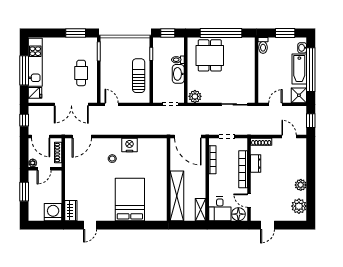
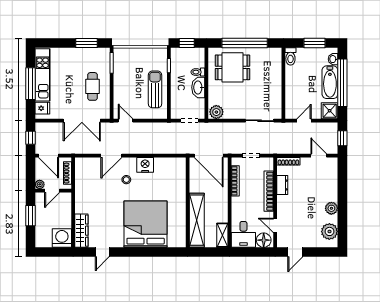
dining table: (210, 55) -> (232, 67), turned 90
door: (82, 137) -> (111, 156), moved
bed: (130, 199) -> (146, 224), width x1.36
wardrobe: (71, 211) -> (81, 231), width x1.50

